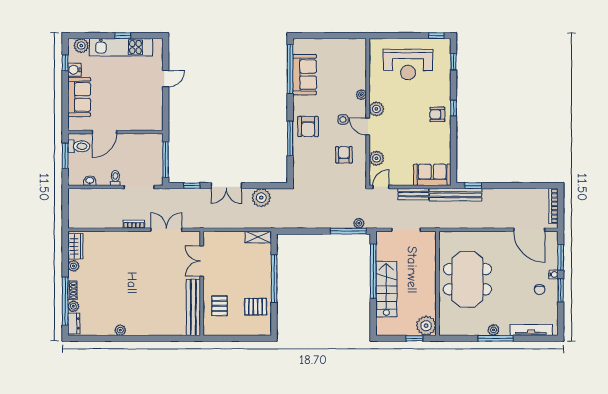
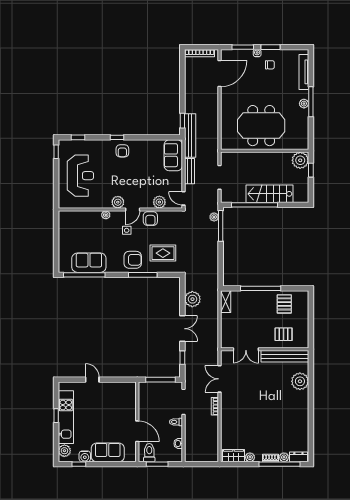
armchair: (344, 155) -> (150, 219), moved, turned -90
rug: (316, 163) -> (163, 253), added
plant: (120, 330) -> (300, 381), moved, width x1.88, depth x1.88

